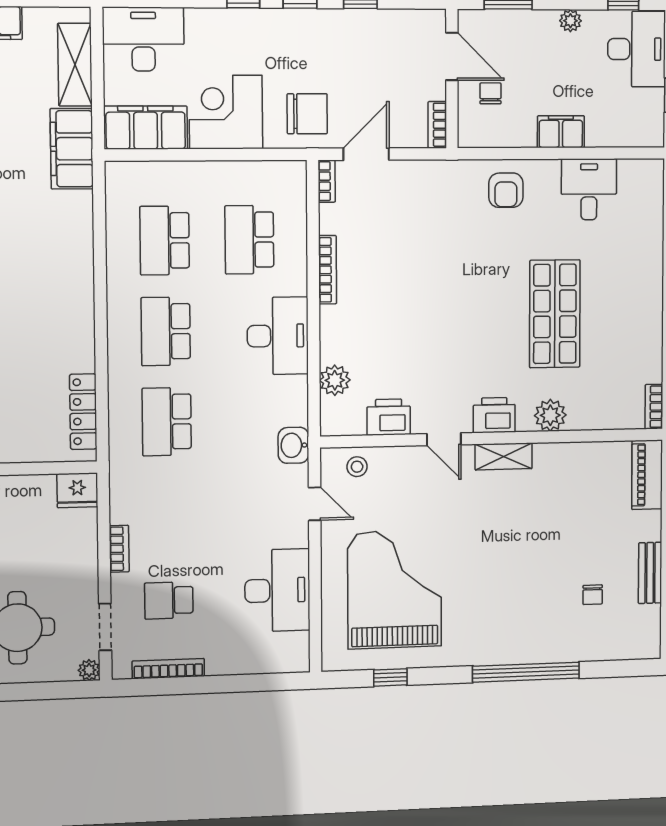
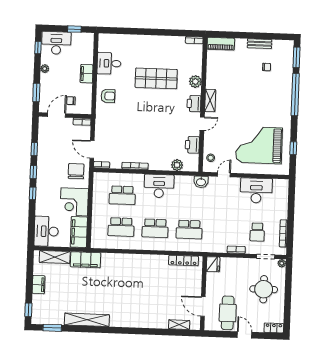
window: (619, 669) -> (297, 57), added

